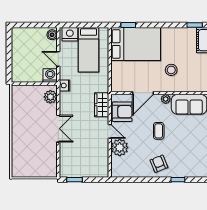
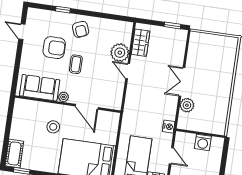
washing machine: (50, 75) -> (203, 142), moved
door: (143, 93) -> (87, 107), swing flipped
plant: (50, 97) -> (187, 105), moved
wardrobe: (102, 105) -> (141, 43), moved
armchair: (122, 112) -> (54, 48), moved, turned 180

